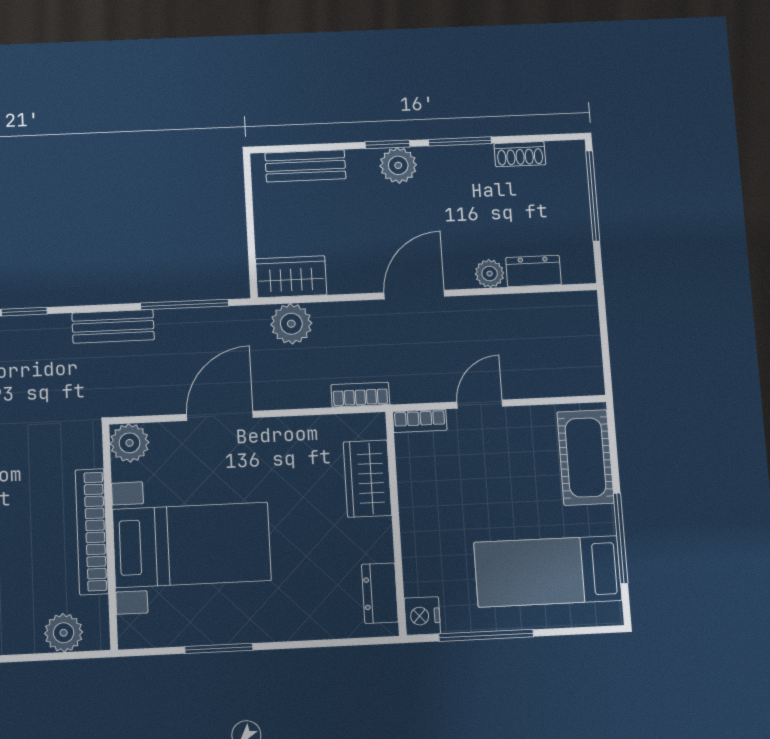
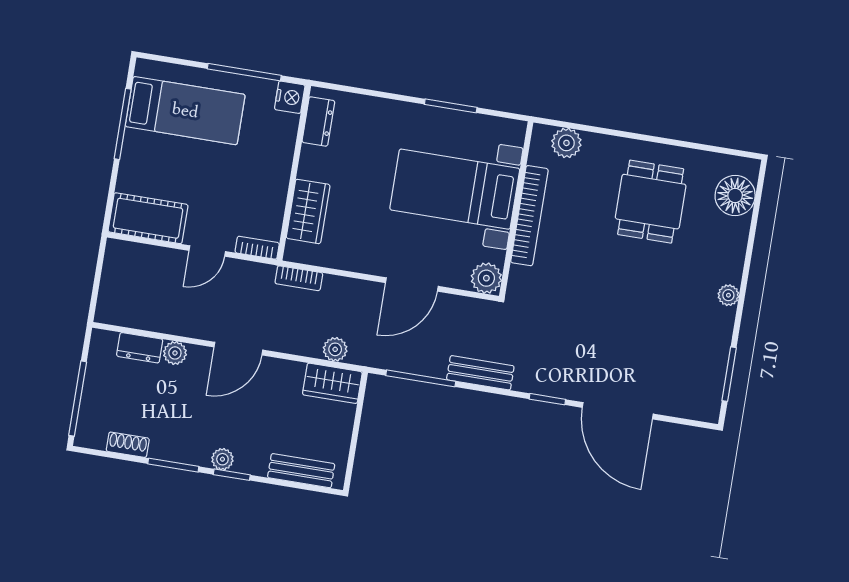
plant: (398, 165) -> (222, 459), width x0.73, depth x0.73
plant: (291, 324) -> (335, 349), width x0.73, depth x0.73
cot: (585, 457) -> (148, 218), moved, turned 90

